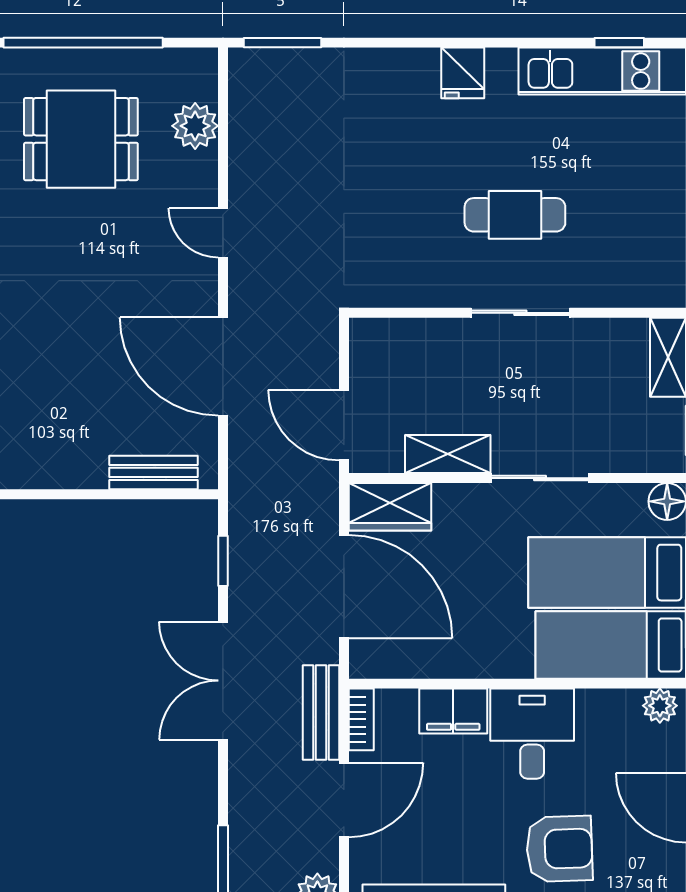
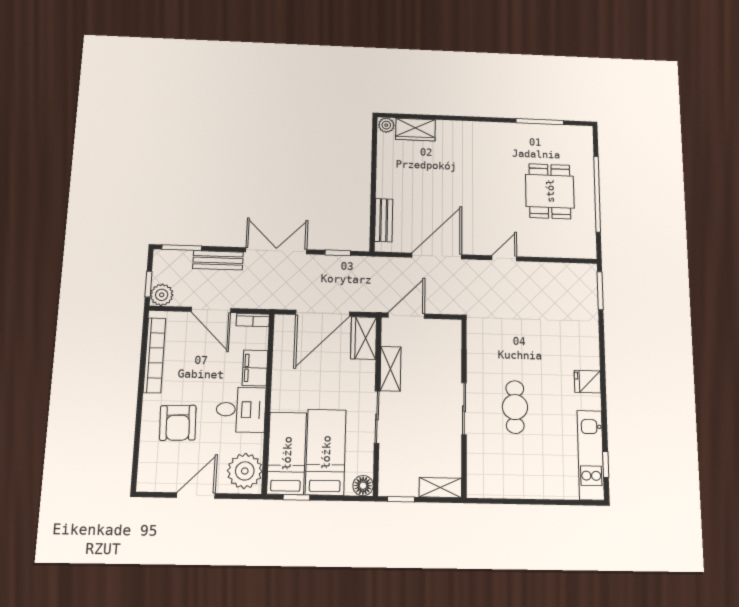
plant: (195, 126) -> (557, 246), removed
plant: (660, 706) -> (245, 471), width x1.88, depth x1.88
bench: (321, 713) -> (218, 260), moved

